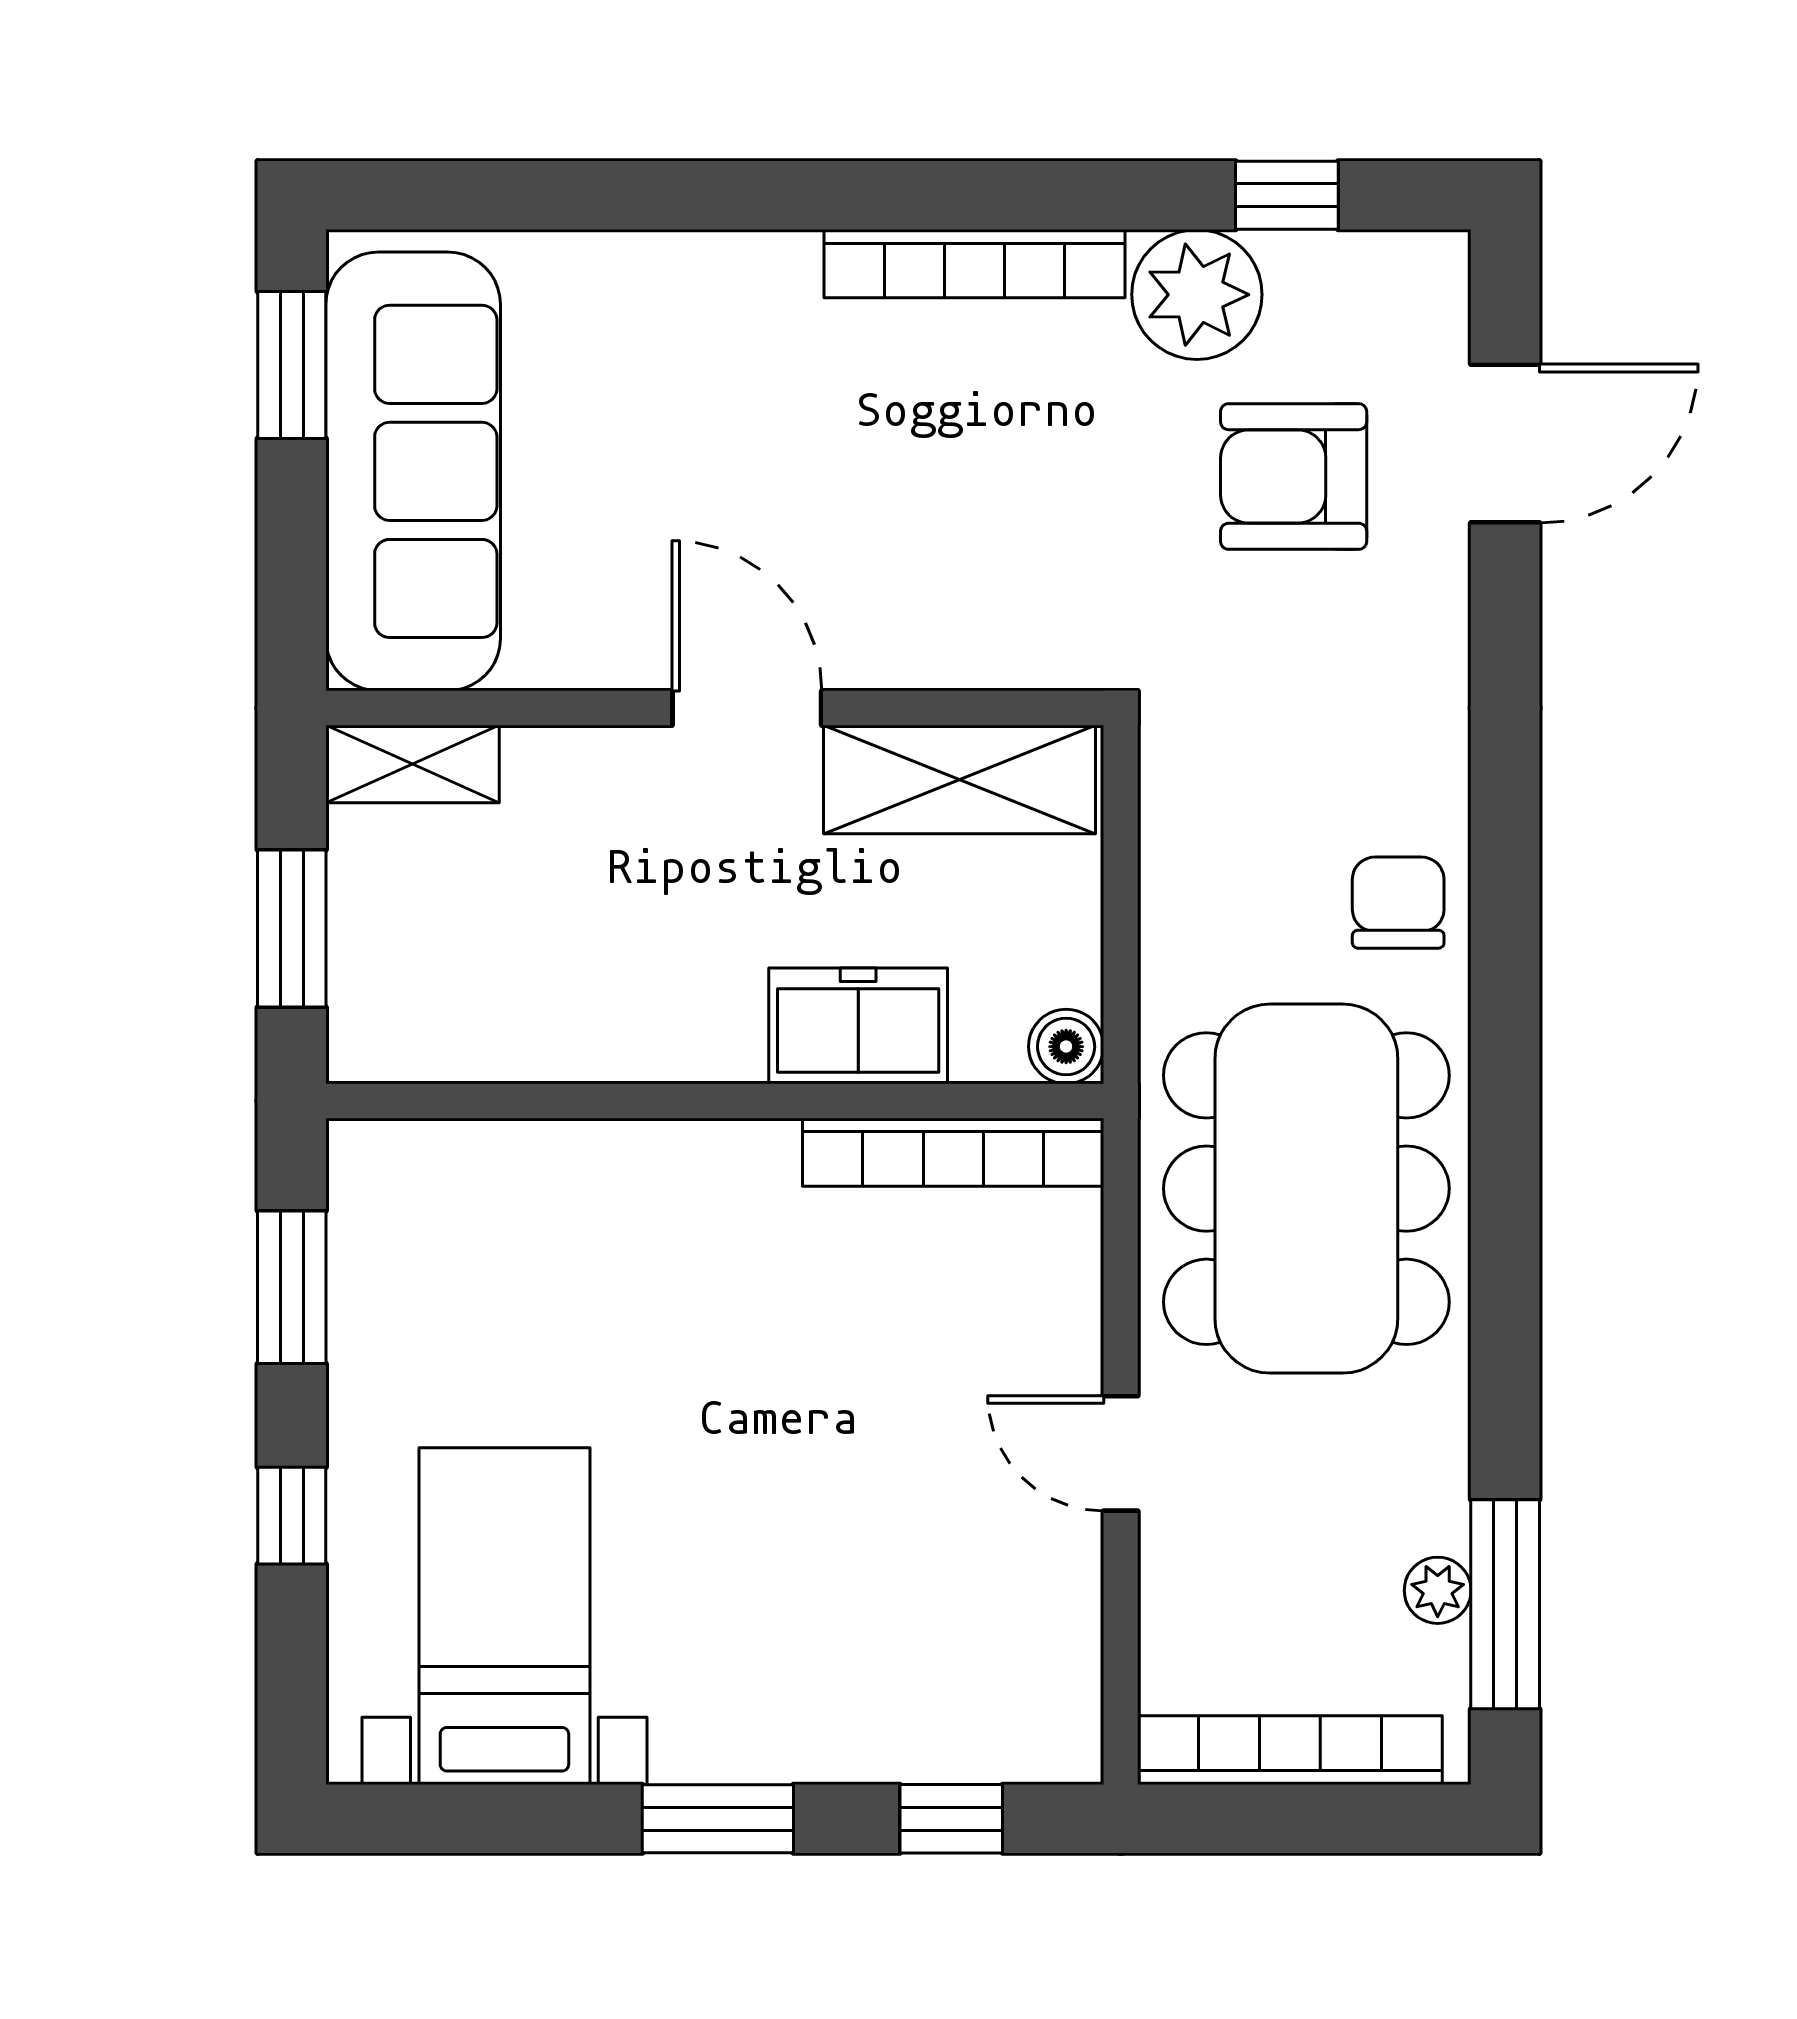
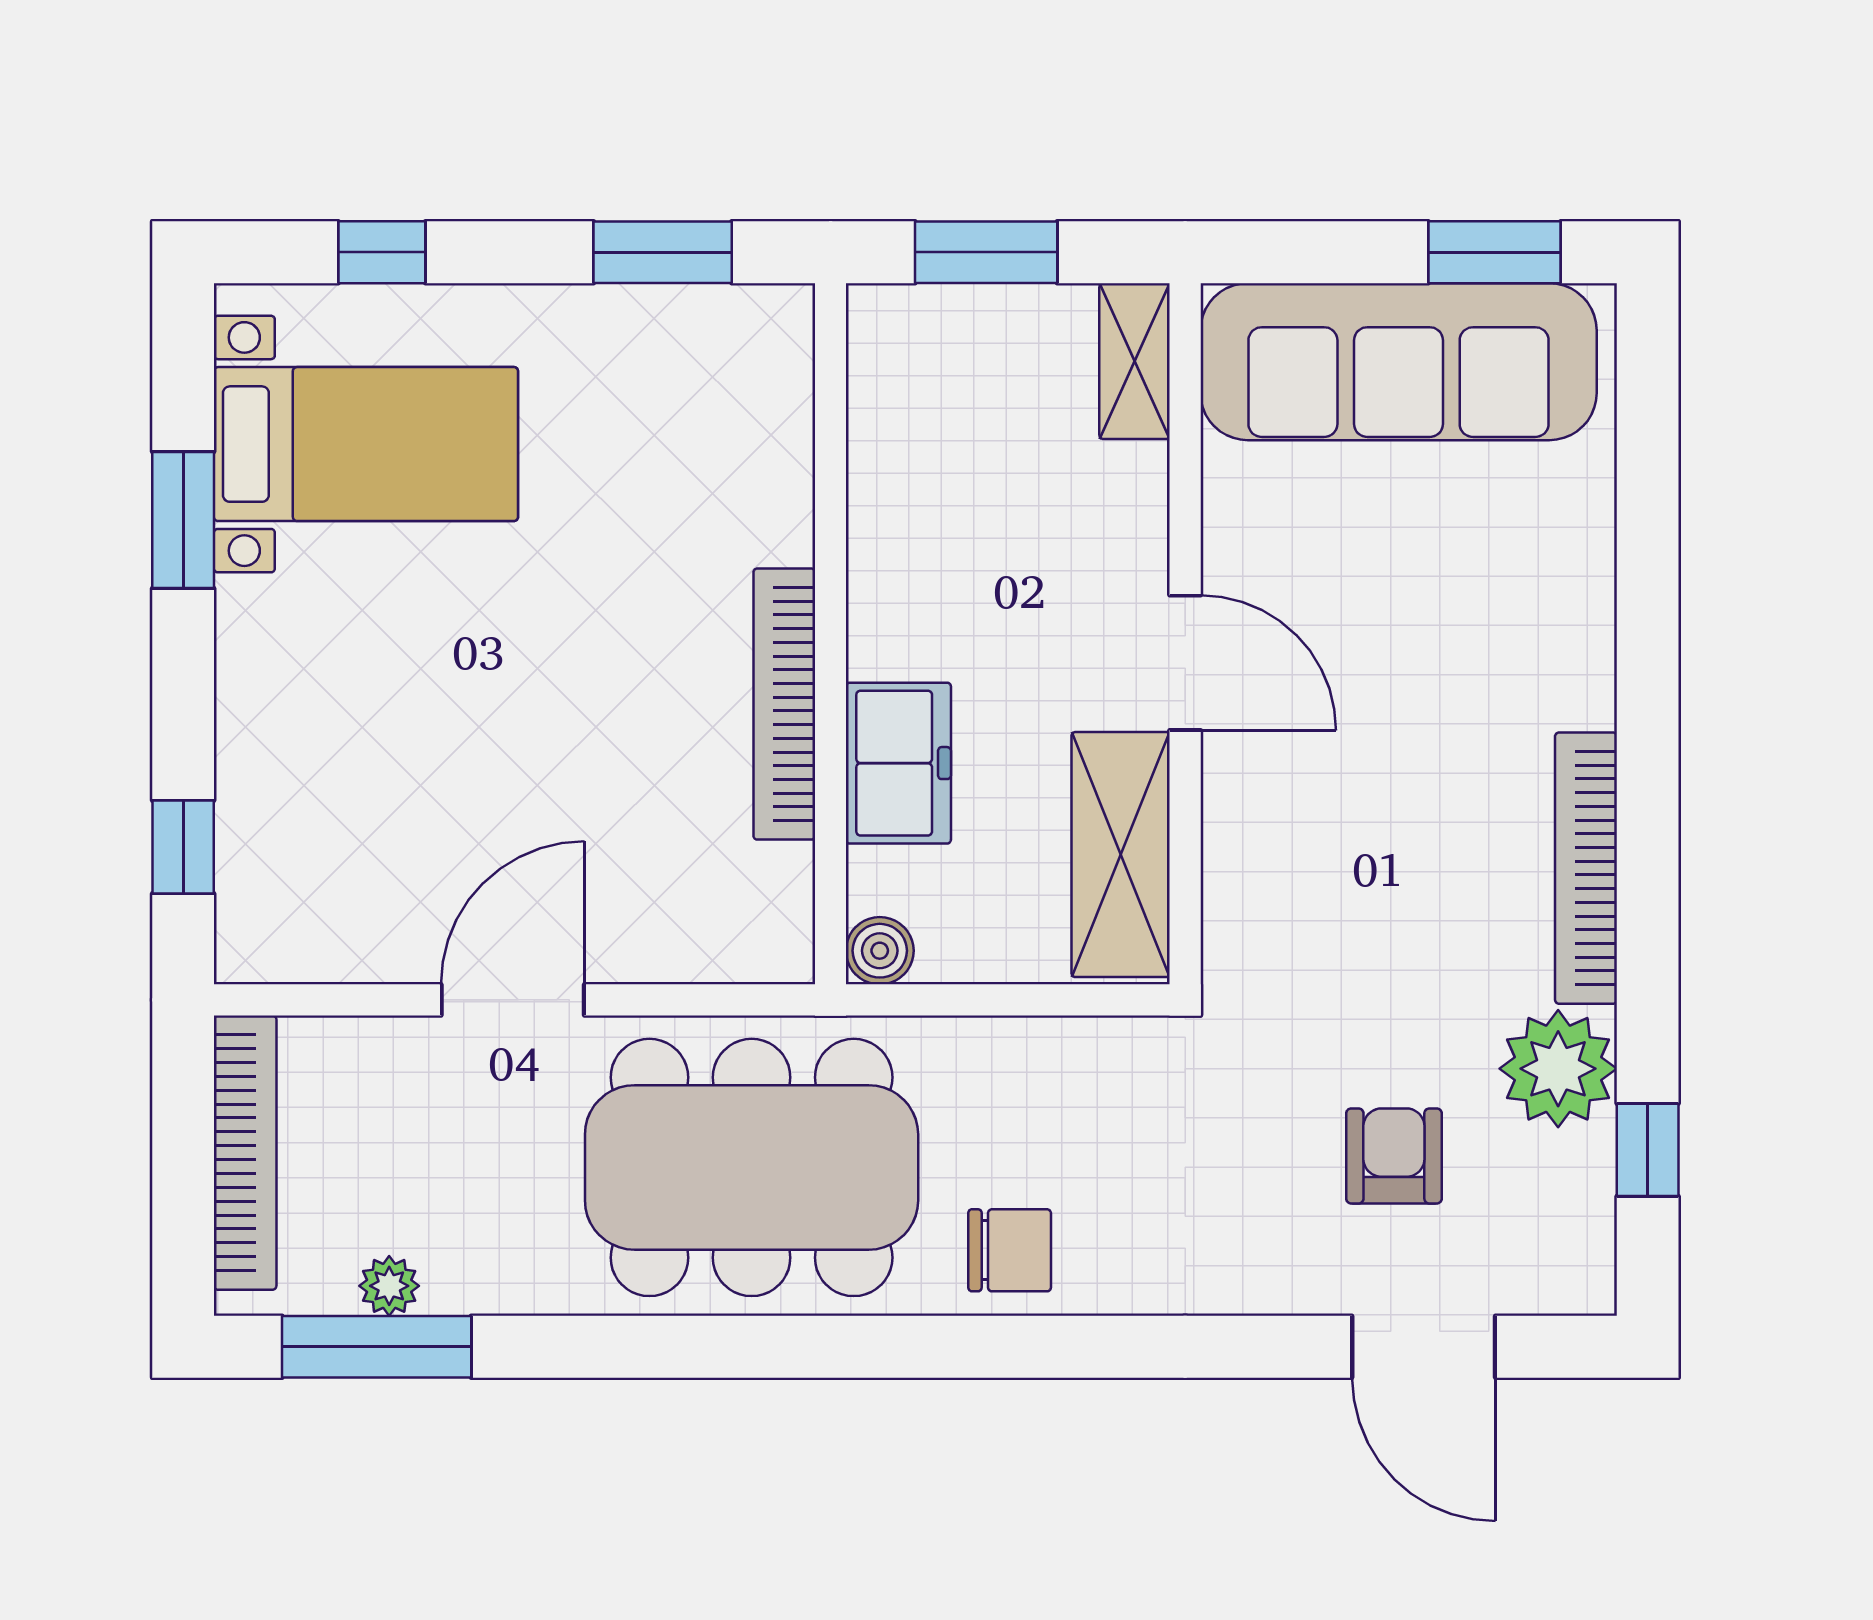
armchair: (1294, 476) -> (1394, 1156), width x0.72, depth x0.72
door: (747, 708) -> (1185, 663), hinge flipped
bookcase: (953, 1152) -> (784, 704), moved
door: (1121, 1453) -> (513, 1000), width x1.38
window: (292, 1516) -> (382, 252), moved
window: (718, 1819) -> (183, 520), moved

